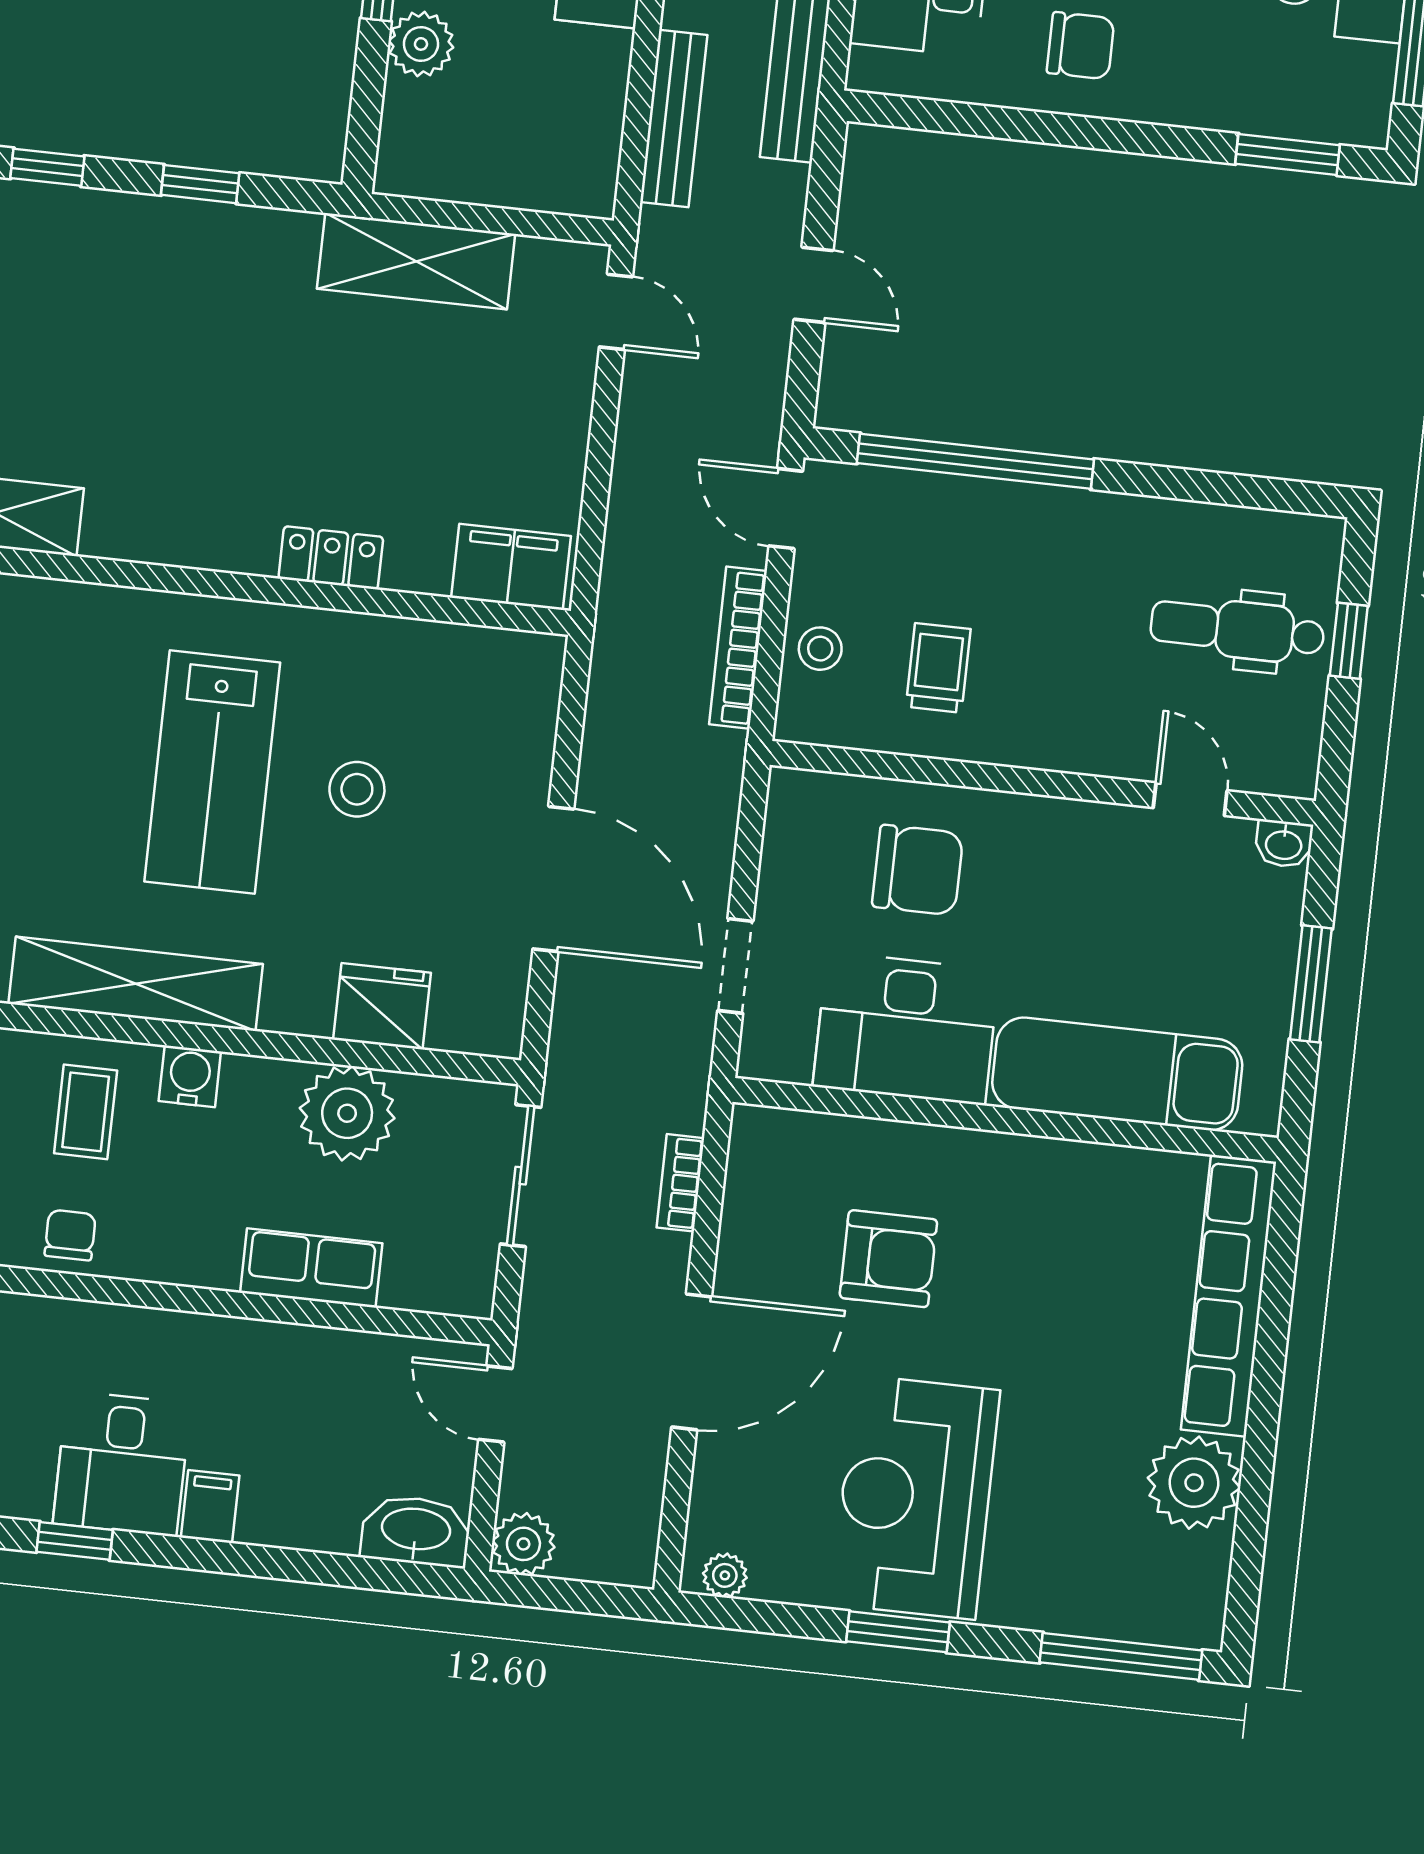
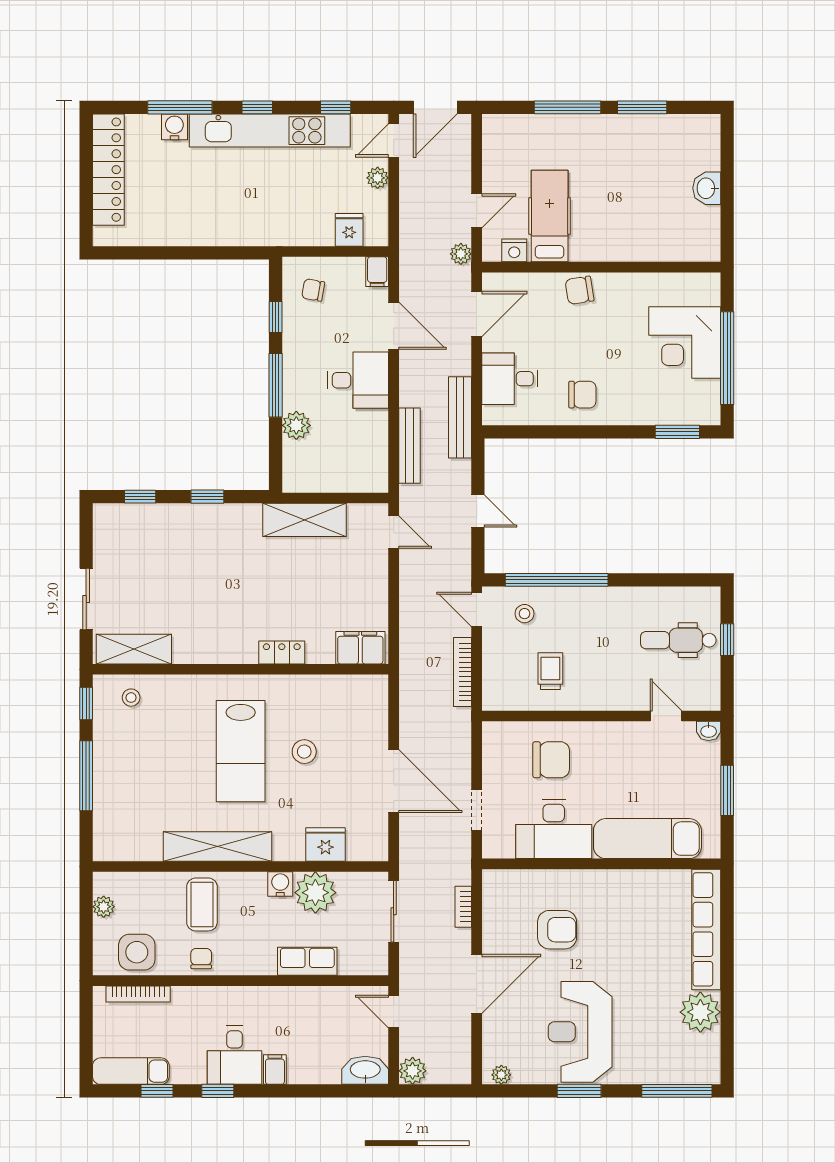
stool: (820, 649) -> (524, 614), moved
water cooler: (190, 1076) -> (280, 884), moved
coffee table: (86, 1112) -> (202, 904), width x1.36, depth x1.30

